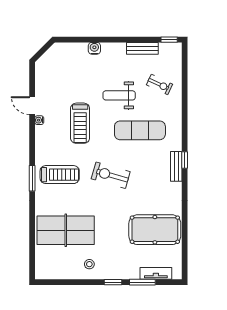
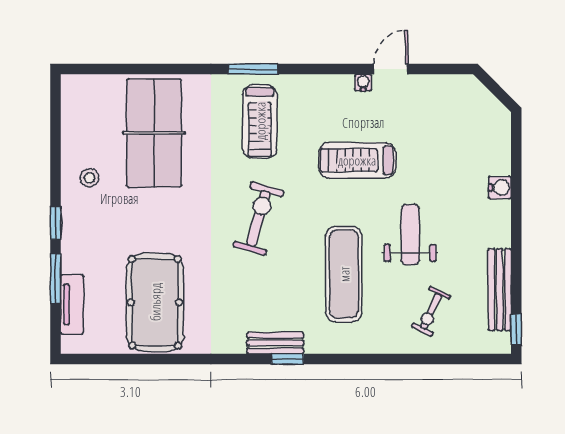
bench: (142, 48) -> (500, 290), width x1.36

